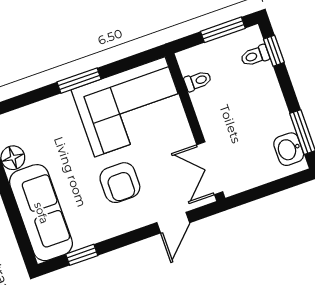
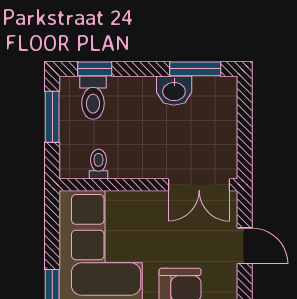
toilet: (255, 56) -> (93, 98), width x1.37, depth x1.39
washbasin: (289, 149) -> (174, 91), moved

